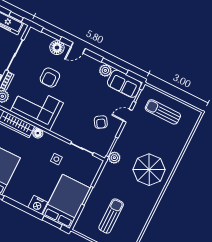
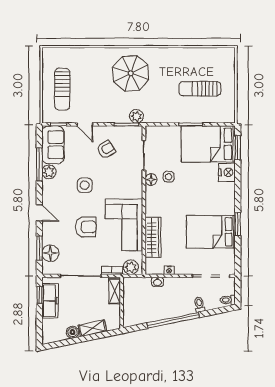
floor lamp: (57, 48) -> (50, 253), moved
side table: (82, 92) -> (85, 185), added
floor lamp: (38, 133) -> (151, 180), moved

